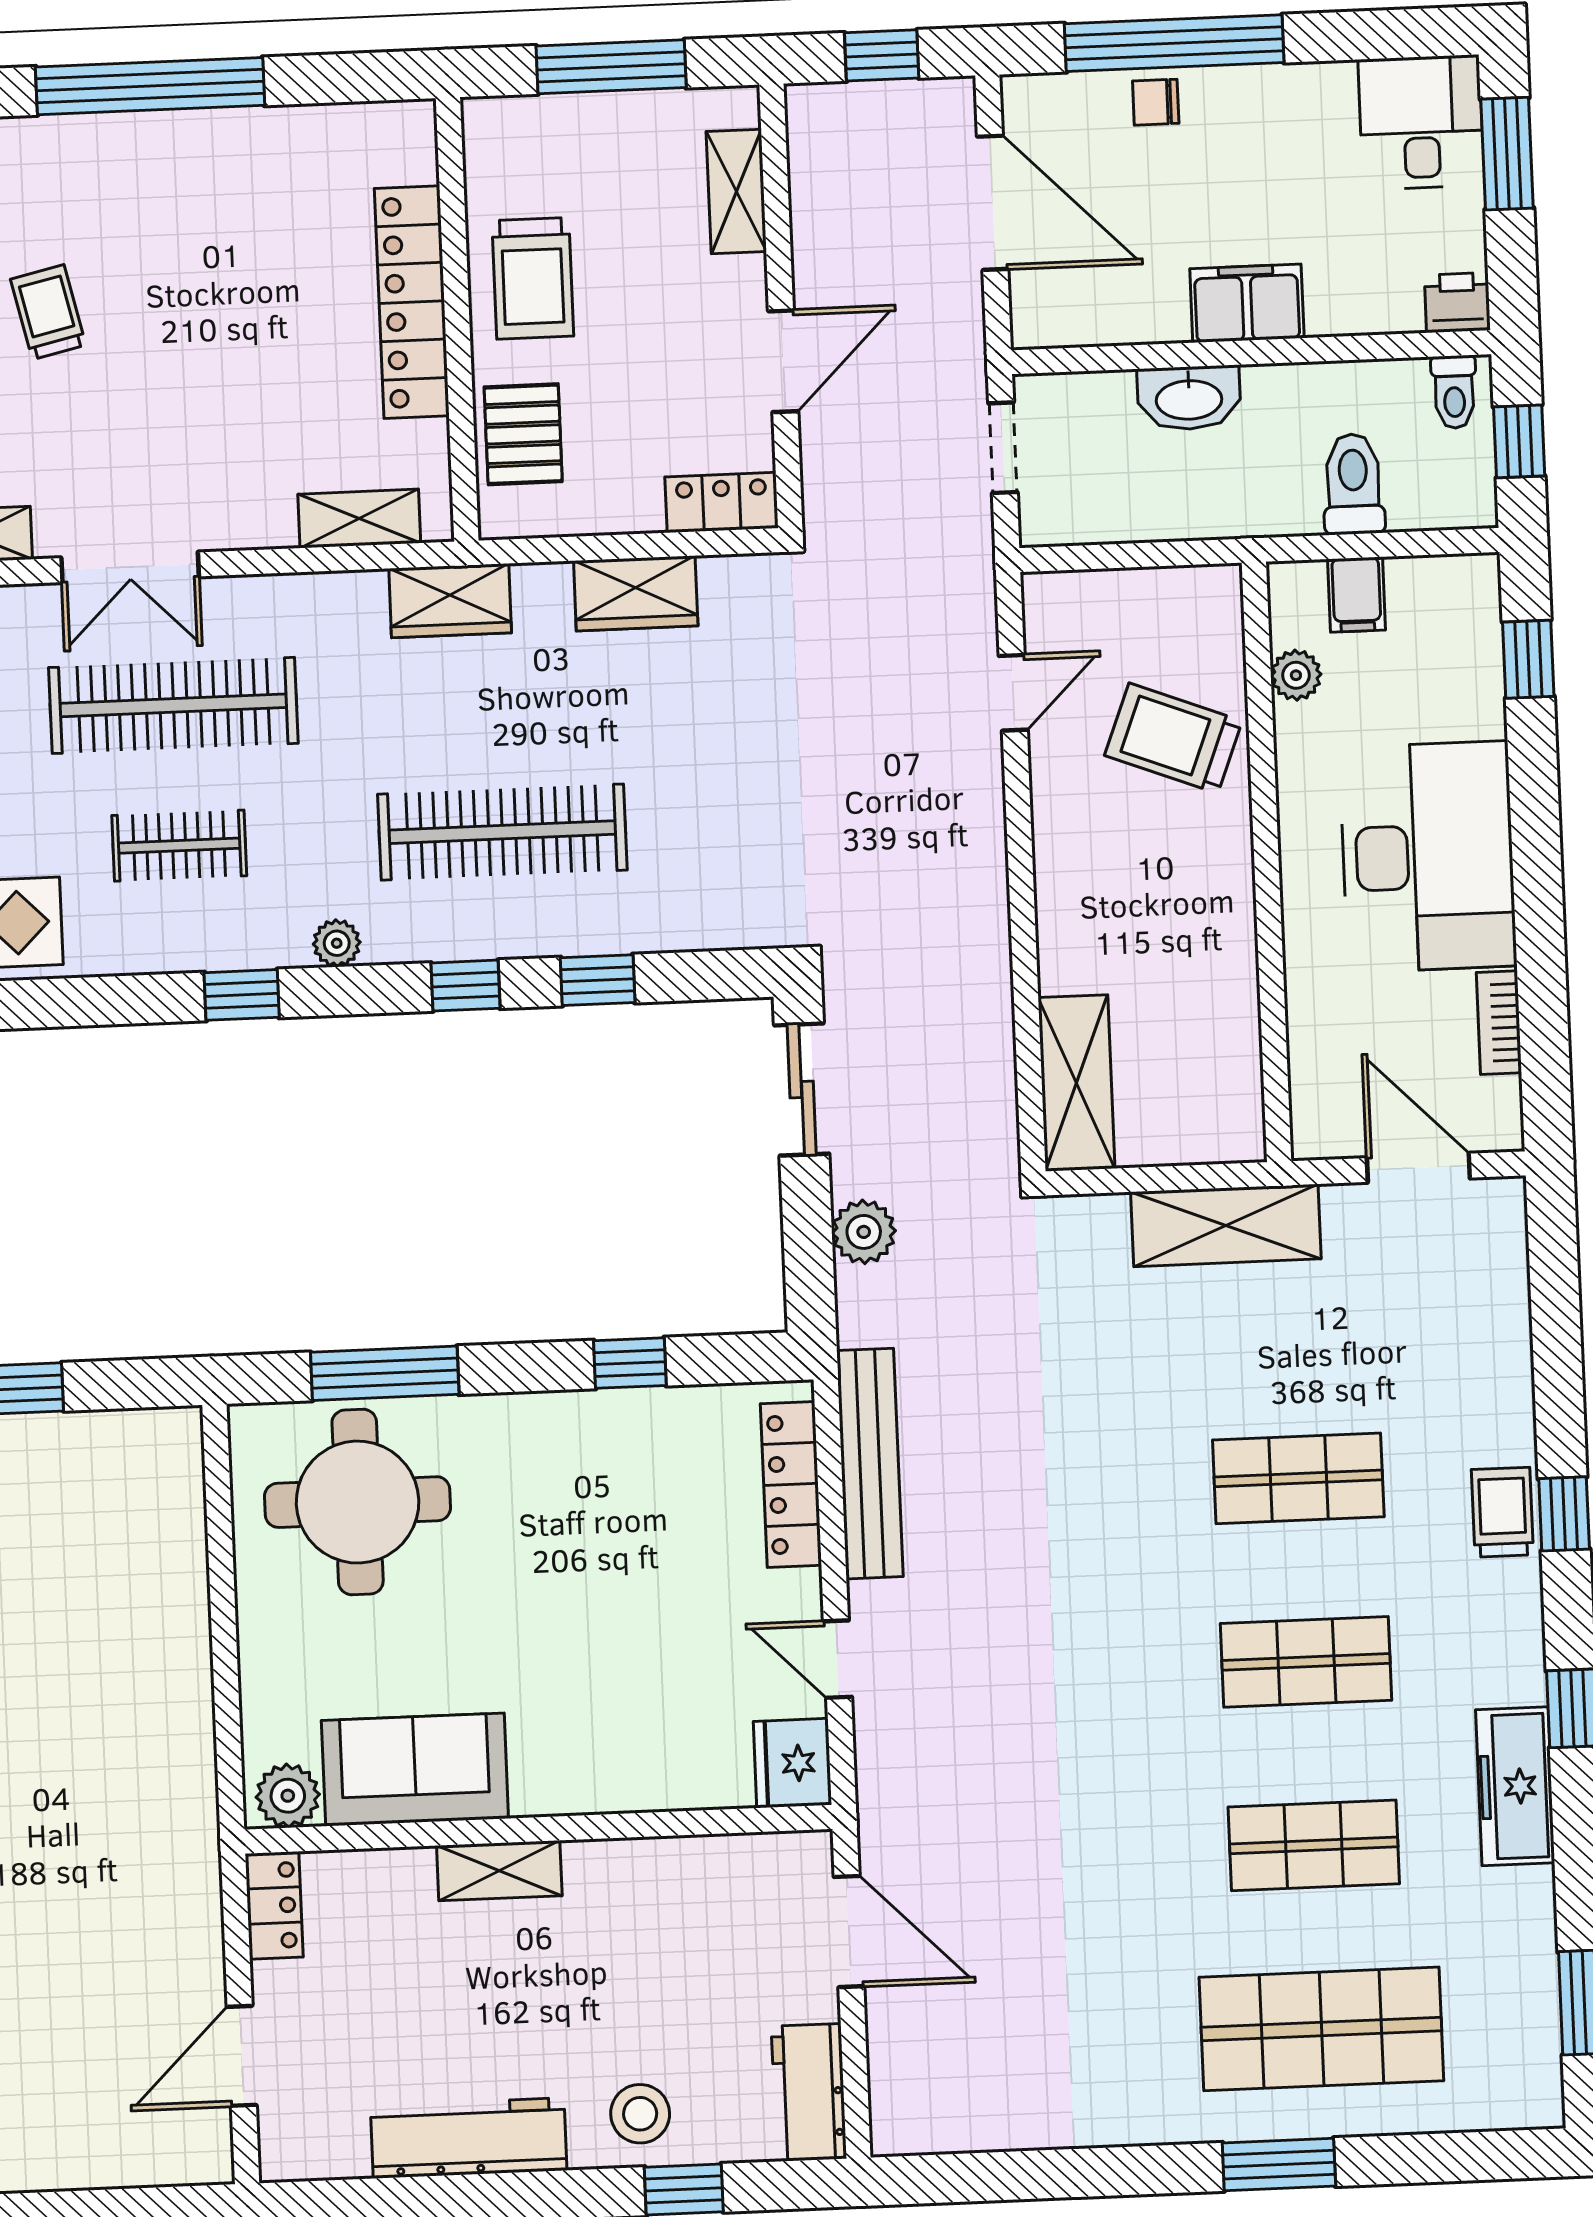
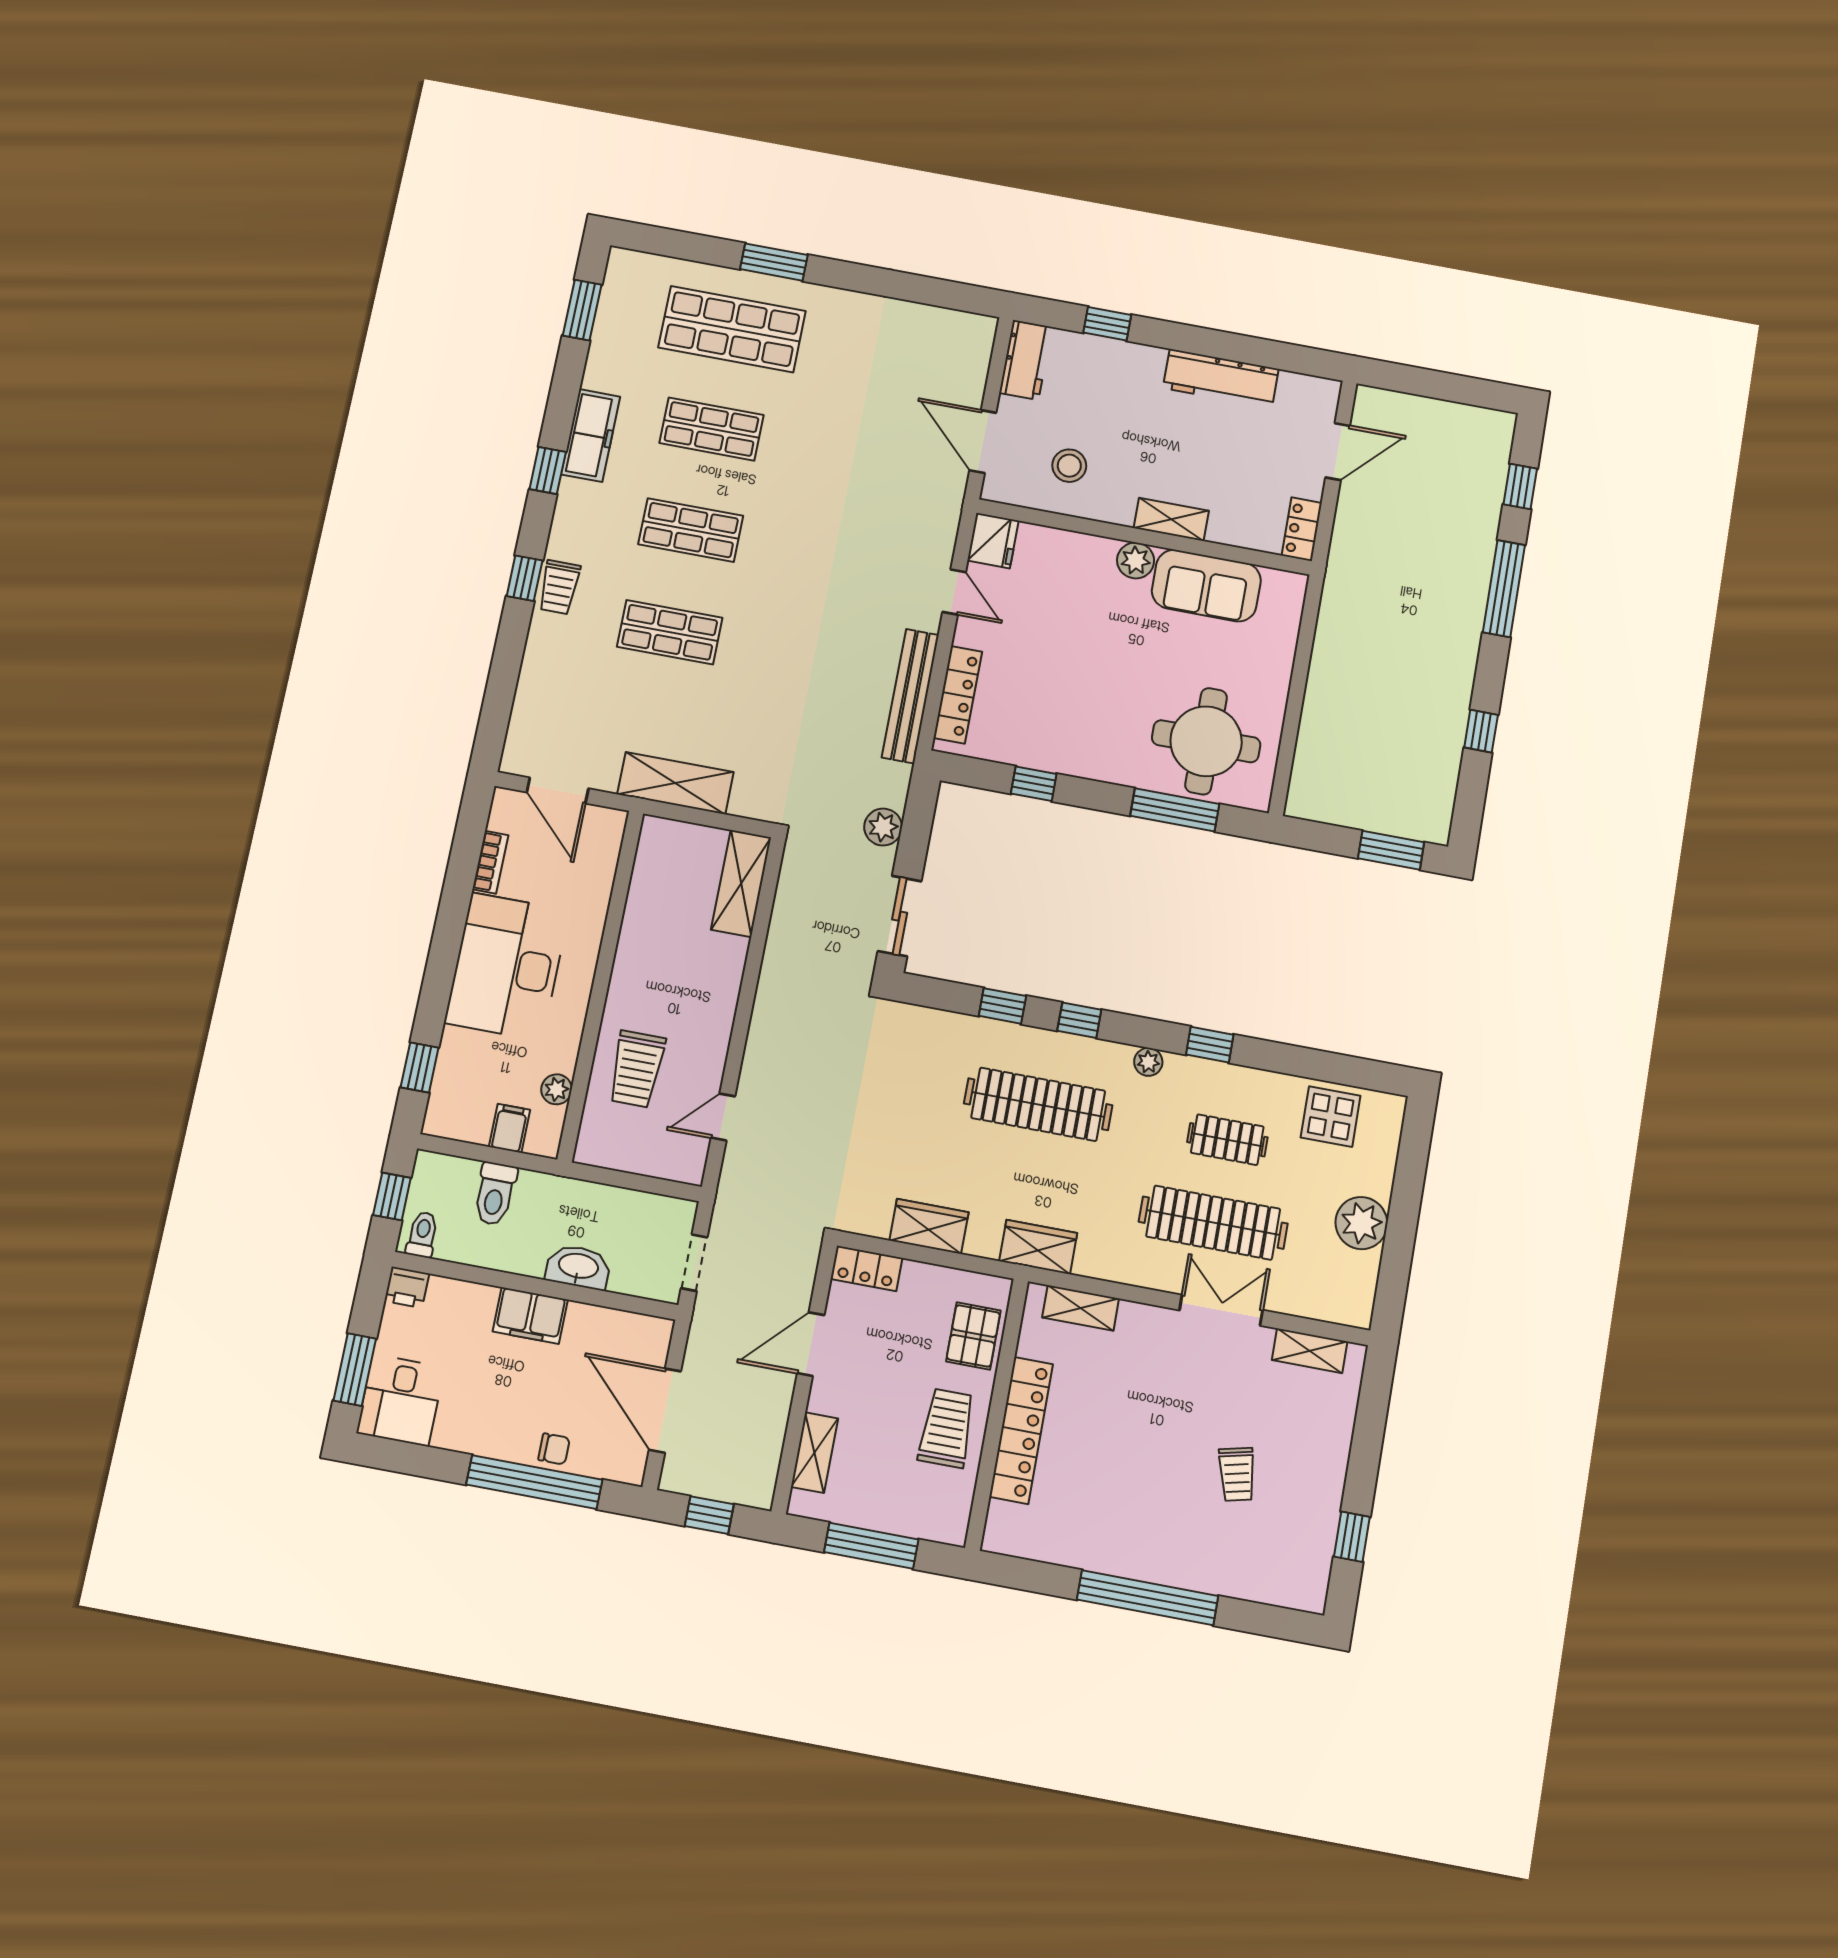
trolley: (1173, 738) -> (637, 1069), turned 69
plant: (288, 1796) -> (1136, 560), moved
stool: (640, 2114) -> (1069, 466), moved

